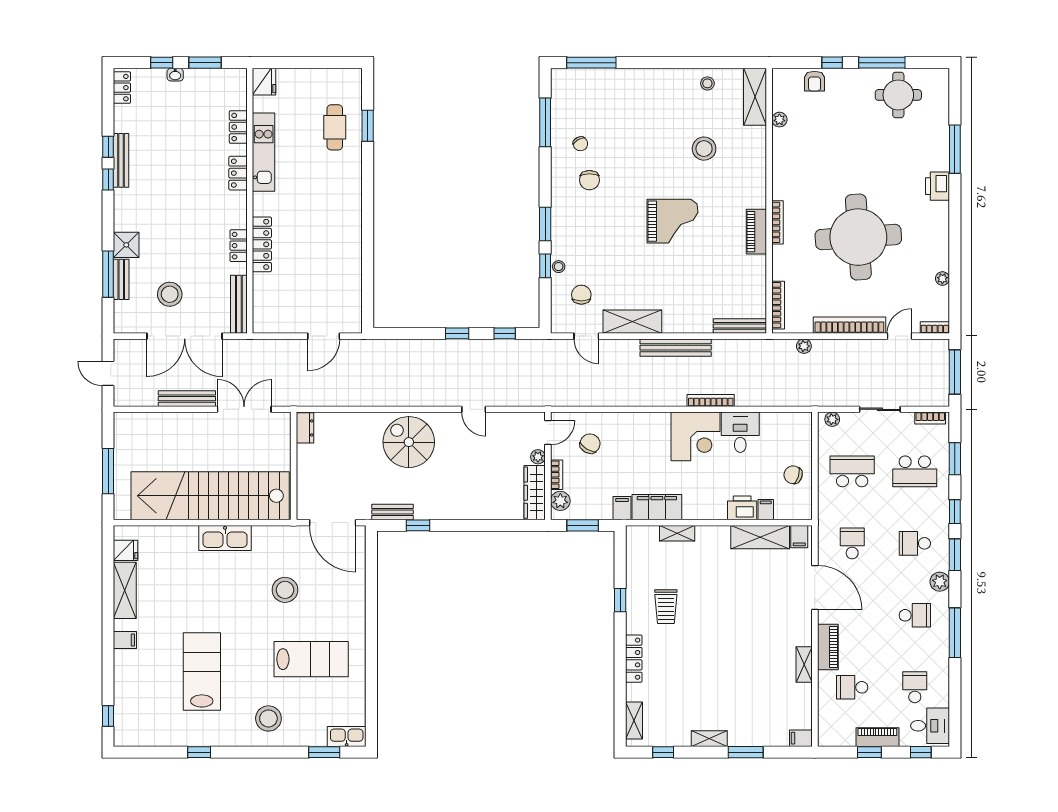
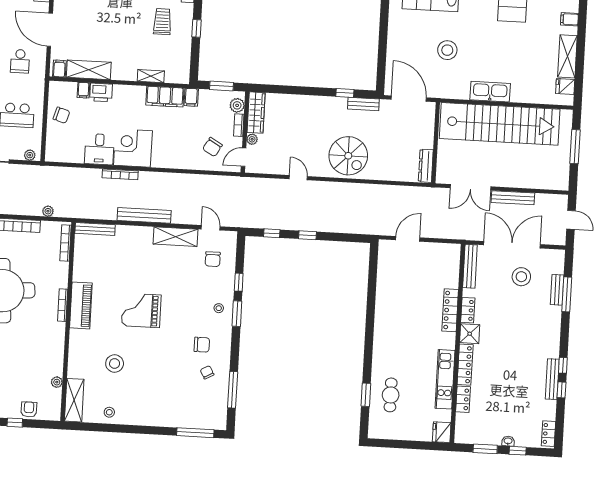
locker: (238, 173) -> (465, 365), width x1.53
chair: (589, 180) -> (202, 345), turned 90
piano: (756, 232) -> (81, 305), width x1.37, depth x1.33
shower: (126, 245) -> (470, 334), moved
stool: (559, 267) -> (219, 308), moved
dresser: (305, 428) -> (426, 166), width x1.44

